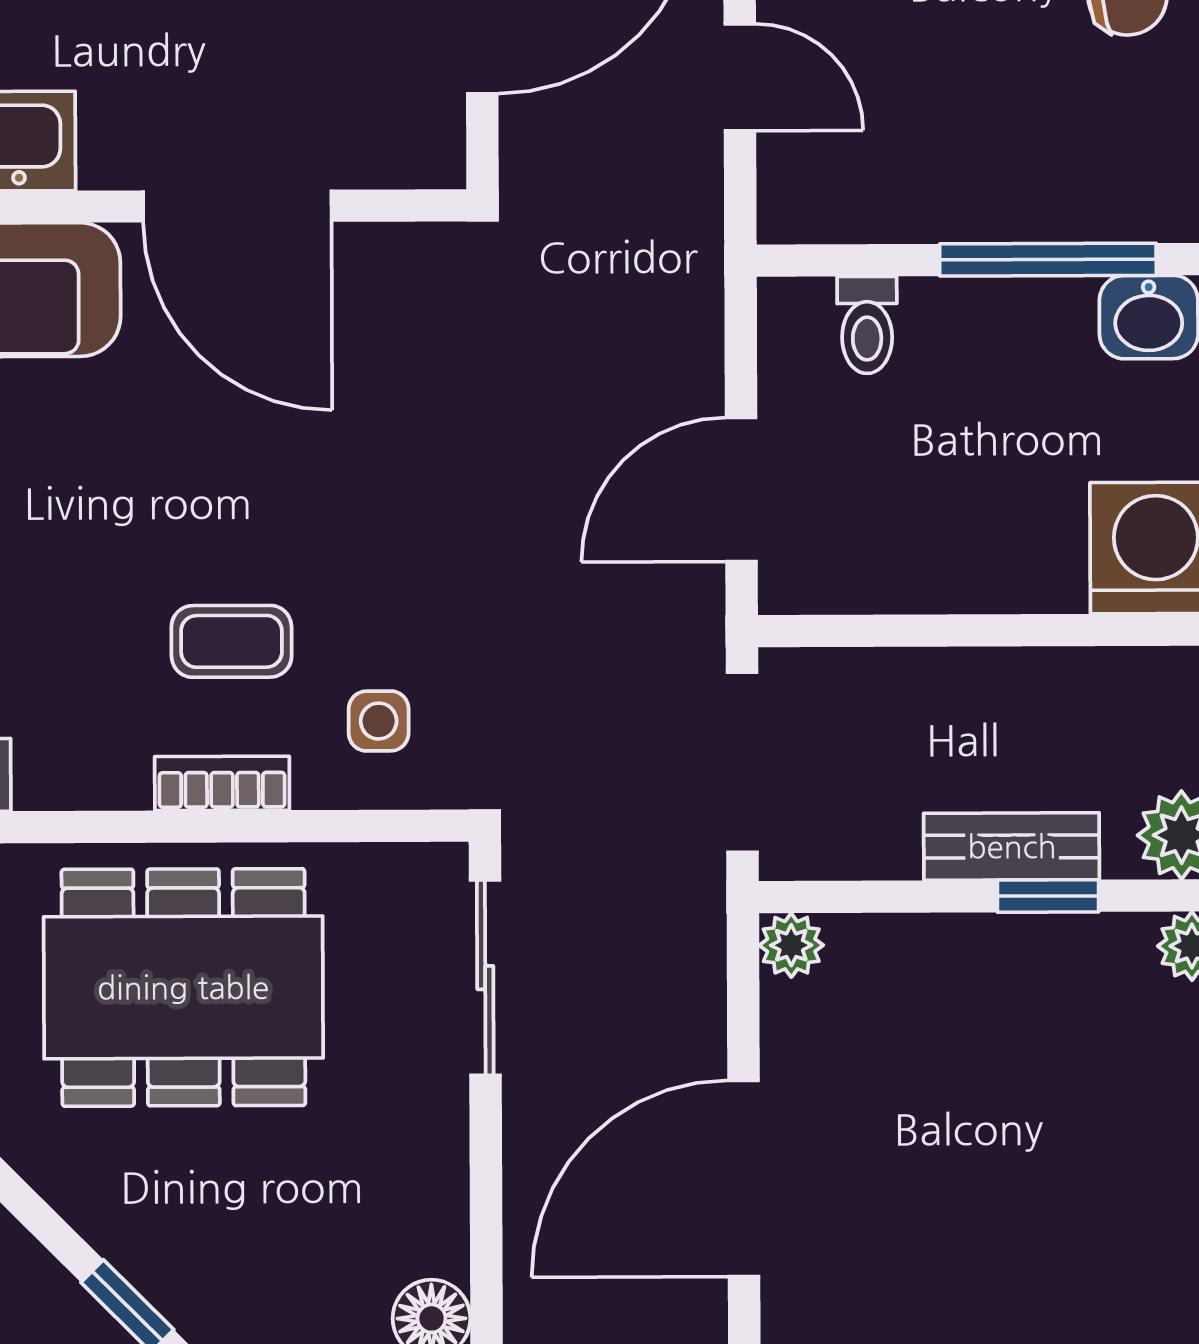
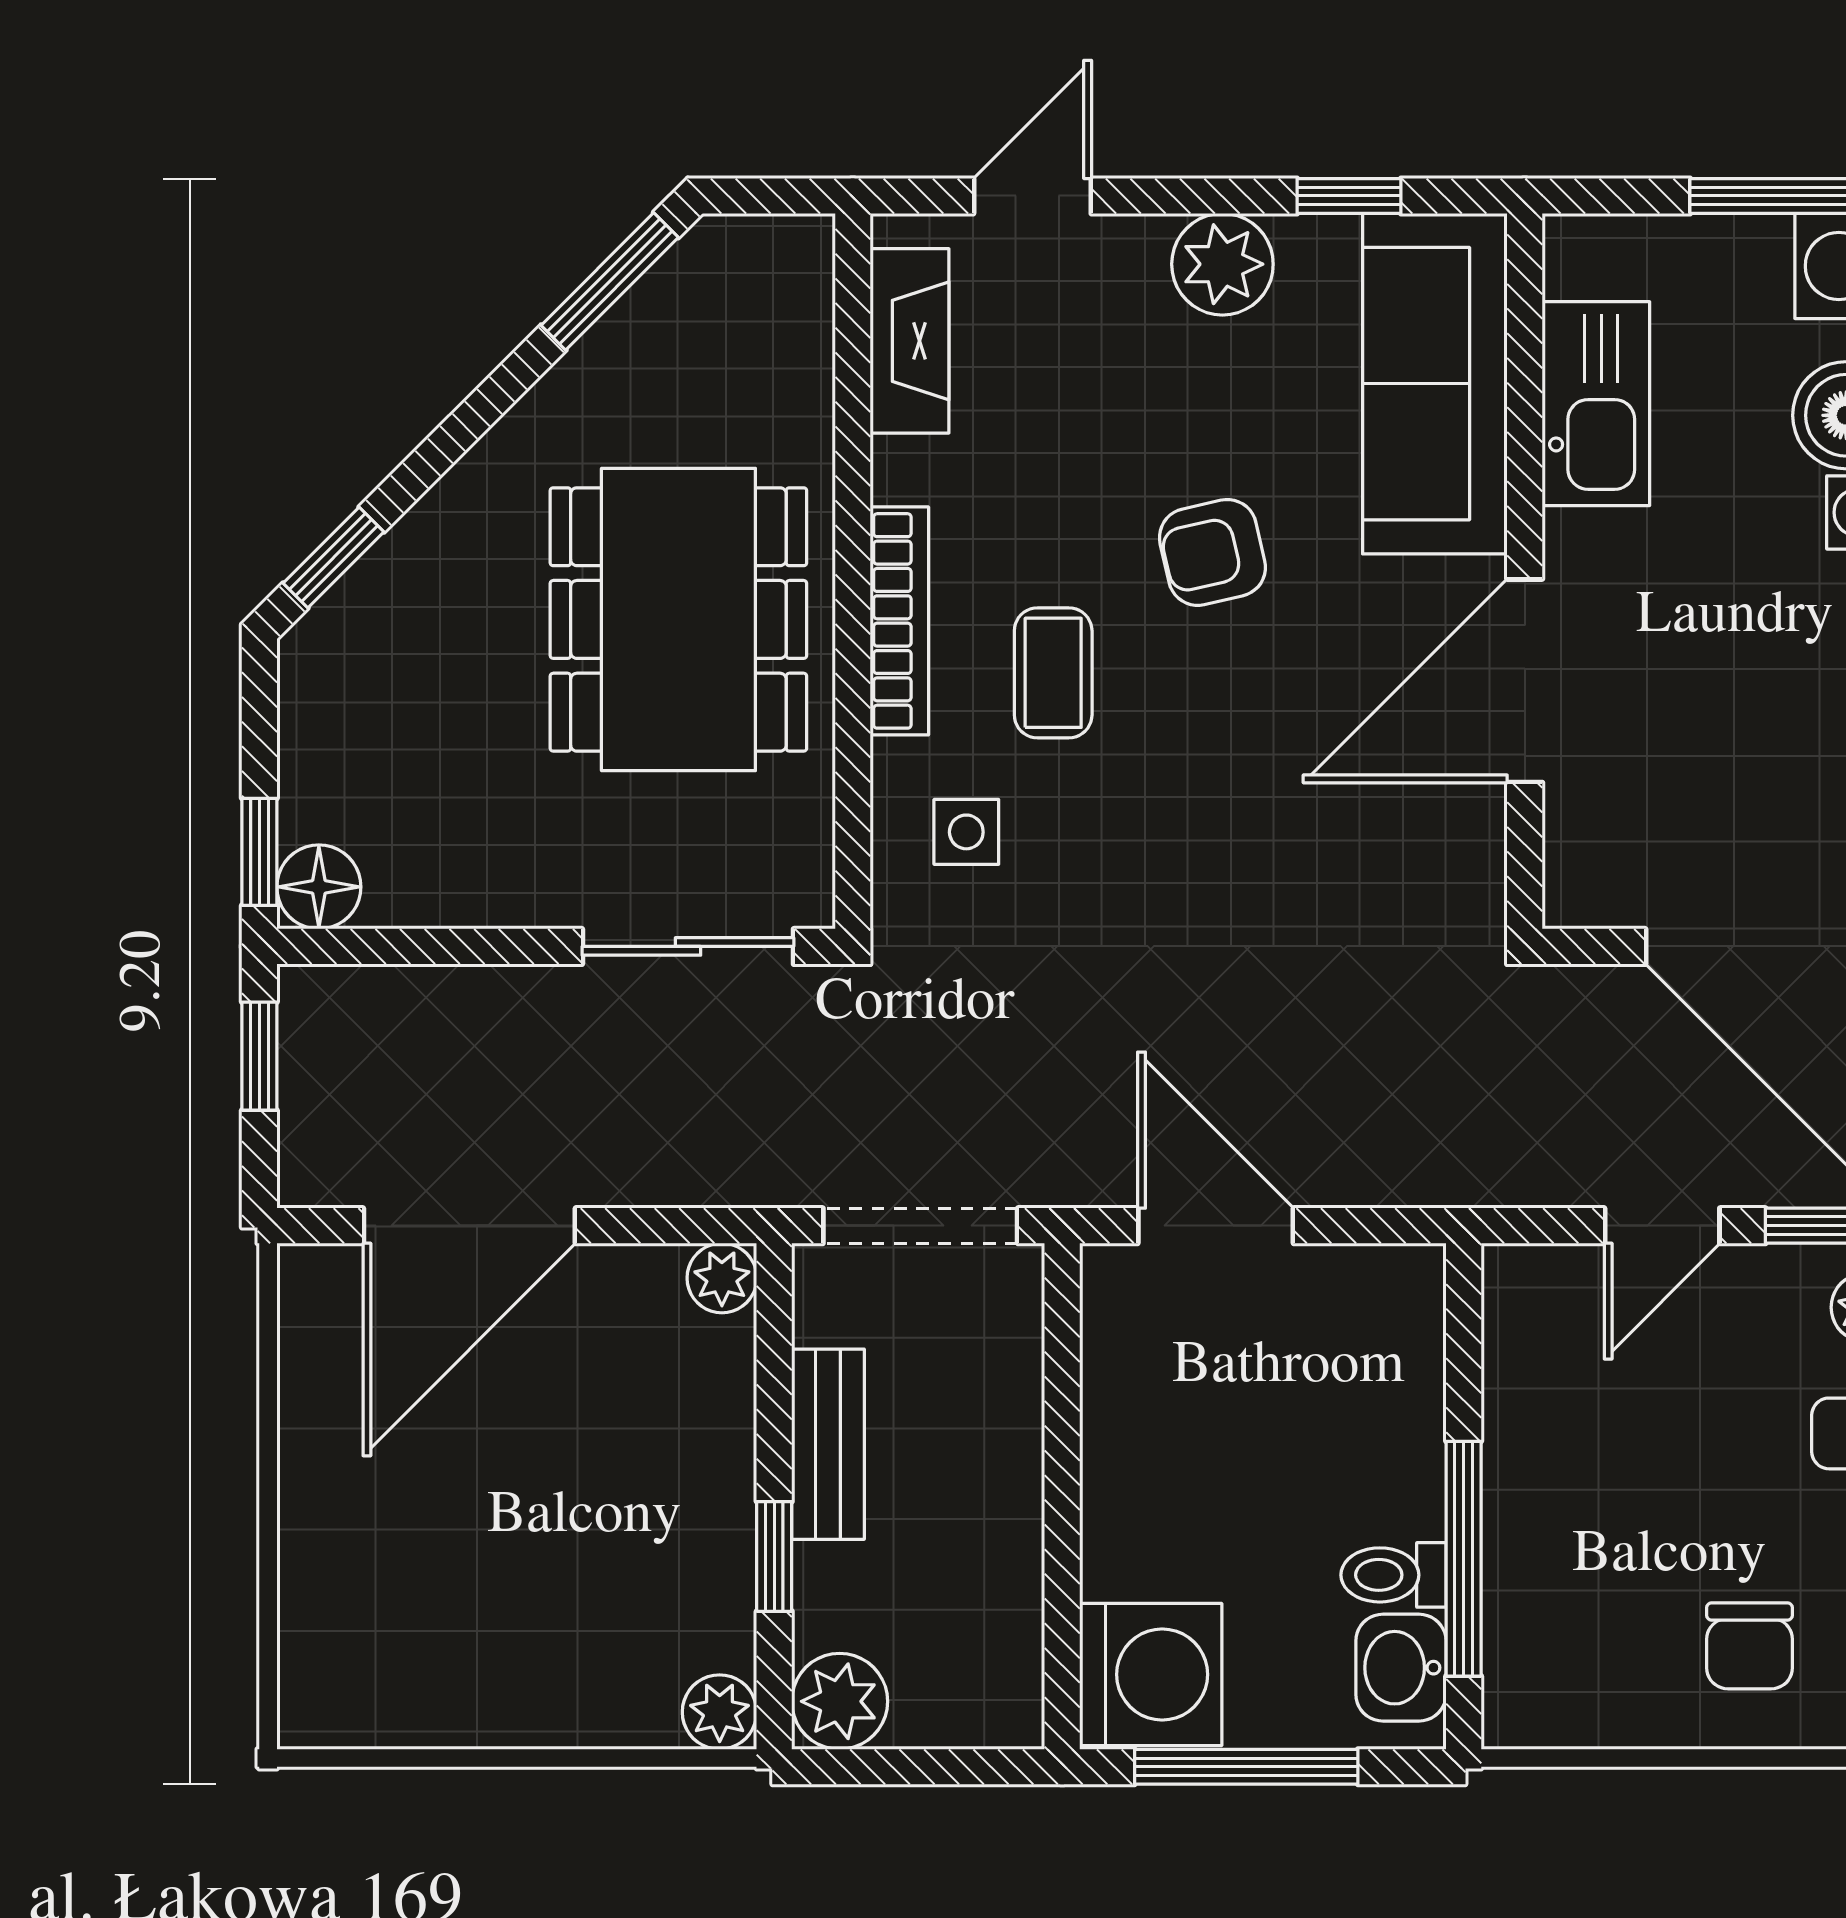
toilet: (867, 325) -> (1394, 1575), moved
armchair: (120, 495) -> (1212, 552), added
bookcase: (222, 783) -> (899, 621), width x1.56
bench: (1012, 846) -> (828, 1444), moved
door: (744, 1179) -> (469, 1226), swing flipped

